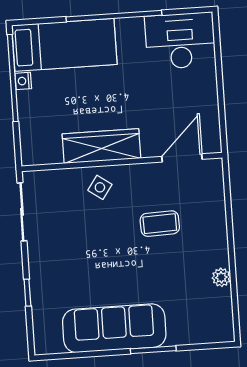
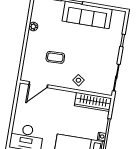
wardrobe: (101, 146) -> (93, 102), moved

